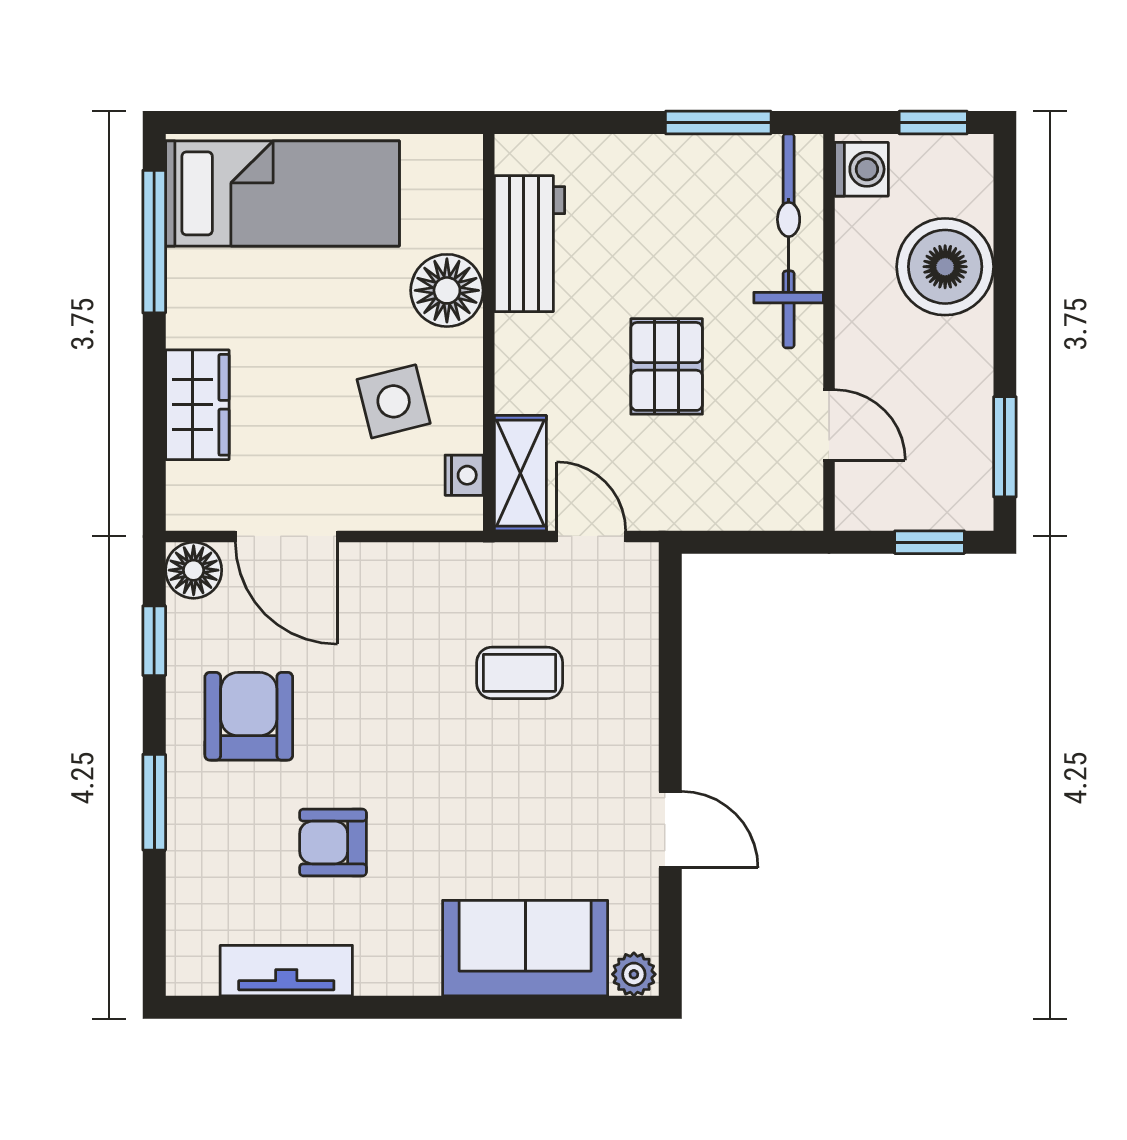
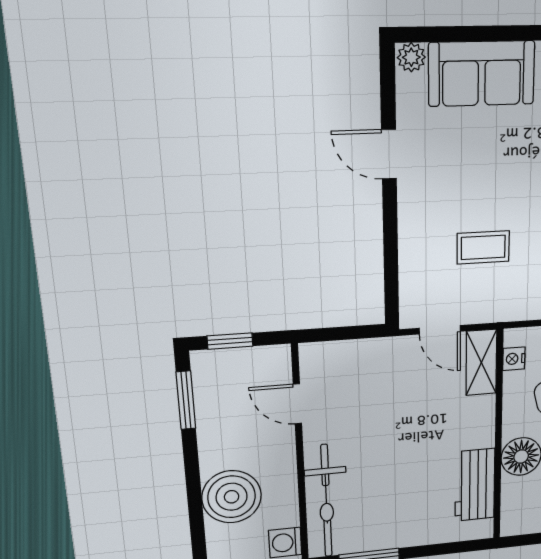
pallet: (667, 366) -> (396, 428), removed

